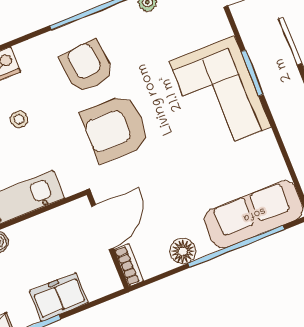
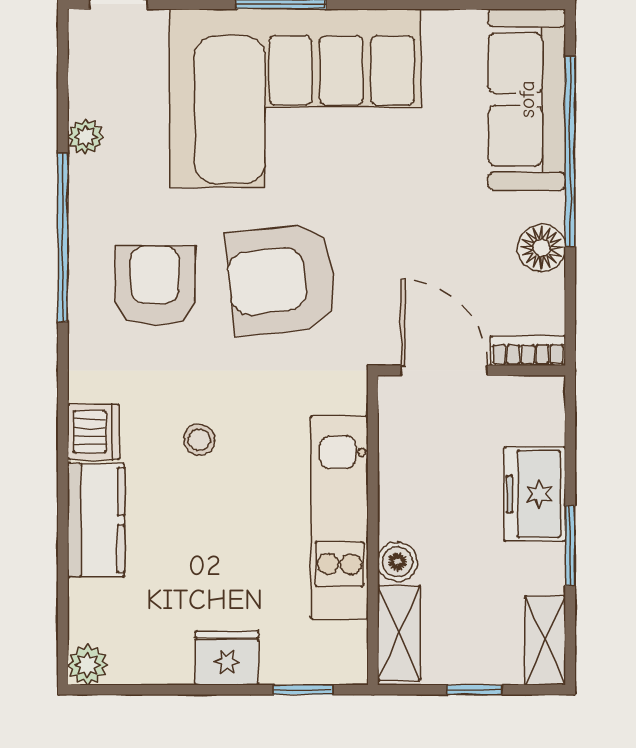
armchair: (87, 66) -> (155, 286), turned 96
corner sofa: (220, 94) -> (295, 98), width x1.36, depth x1.36
armchair: (115, 128) -> (282, 280), turned 84

